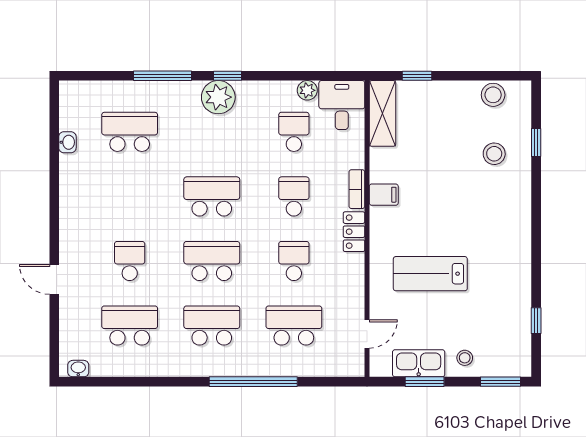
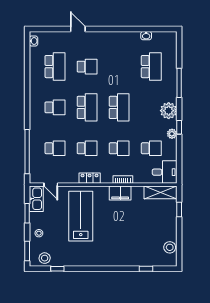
window: (228, 76) -> (179, 127), moved
plant: (307, 90) -> (172, 134), moved
stool: (494, 154) -> (45, 258), moved
filing cabinet: (384, 195) -> (120, 193), width x2.00
locker: (354, 232) -> (90, 178), moved
lab bench: (430, 274) -> (81, 216), width x1.36, depth x1.39
door: (54, 279) -> (78, 29), hinge flipped
school desk: (212, 326) -> (55, 107), width x0.54
school desk: (294, 326) -> (55, 148), width x0.54
kitchen sink: (419, 363) -> (36, 199), moved
window: (253, 382) -> (27, 152), moved

